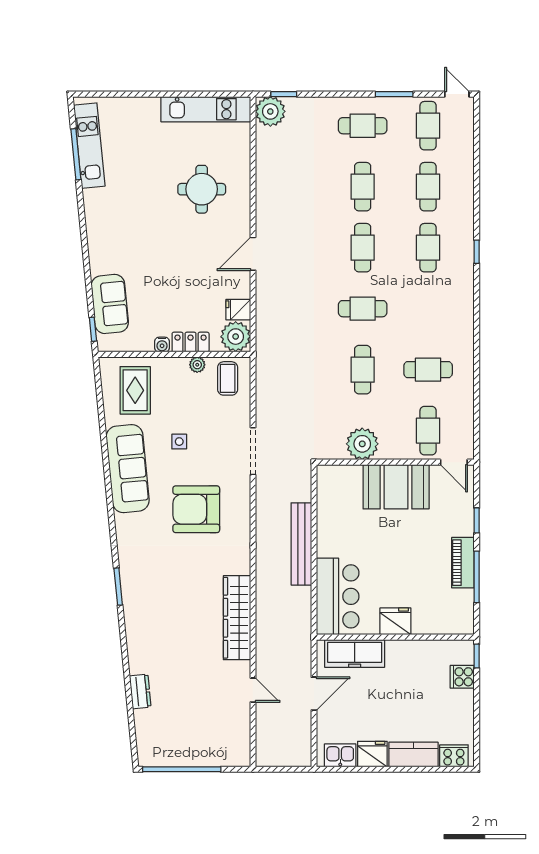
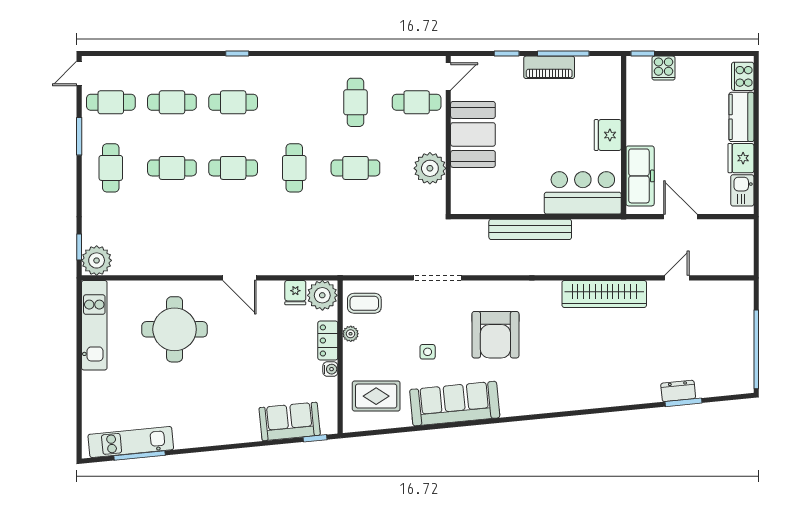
round table: (202, 189) -> (175, 329), width x1.36, depth x1.36
window: (118, 587) -> (683, 402), moved

